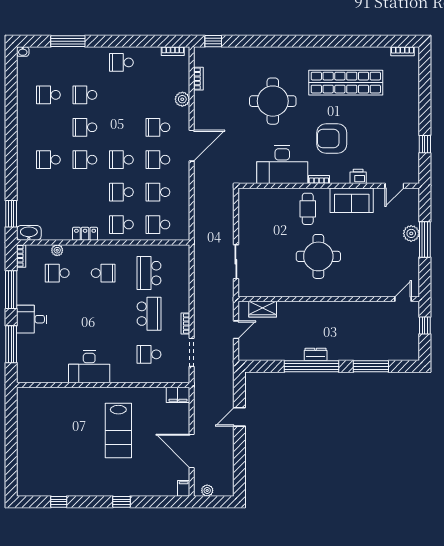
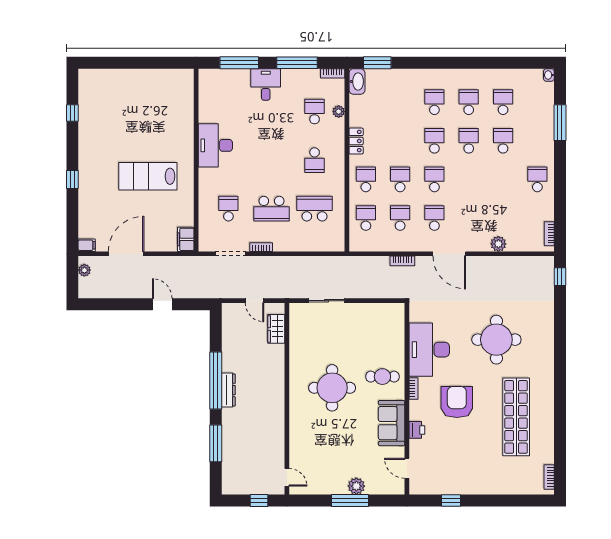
bookcase: (198, 79) -> (402, 261), moved
school desk: (158, 127) -> (469, 102), moved
dresser: (316, 354) -> (228, 390), width x1.44

